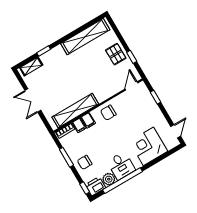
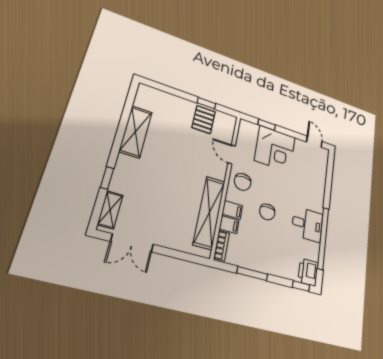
shelving: (85, 37) -> (136, 132), width x0.68
pallet: (116, 54) -> (204, 120), moved, turned 90
door: (131, 86) -> (232, 154), moved
double door: (33, 100) -> (132, 243), moved
corner desk: (148, 146) -> (275, 149), moved, turned -90
chair: (85, 162) -> (267, 212), moved
plant: (109, 179) -> (311, 251), removed

